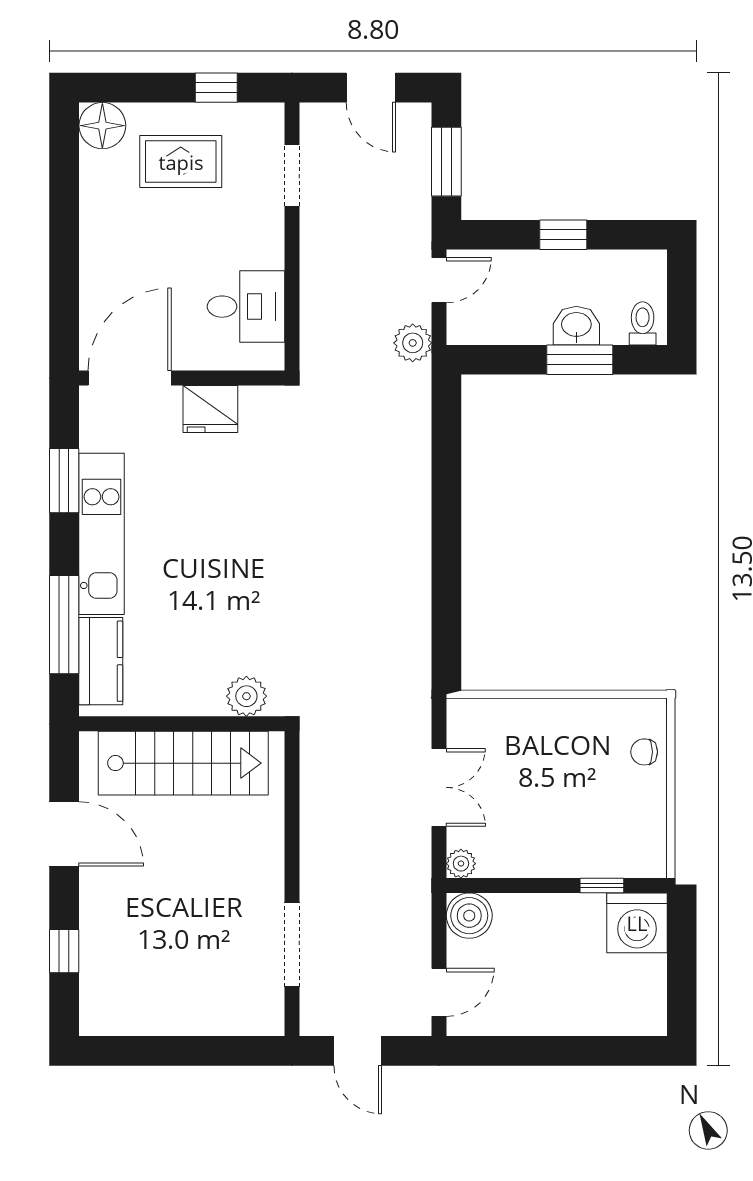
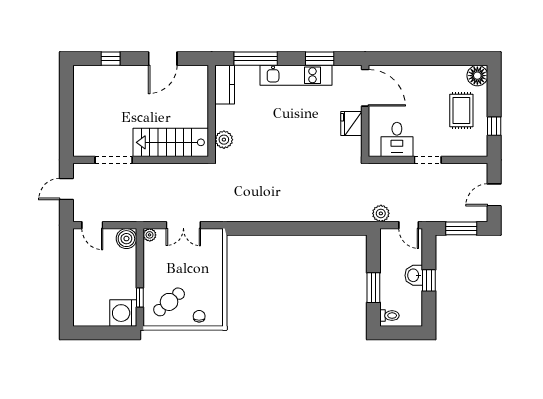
doorway: (292, 175) -> (428, 160), moved
washbasin: (576, 326) -> (414, 275), moved, turned 180
kitchen counter: (101, 661) -> (225, 85), moved, turned -90
stairs: (183, 763) -> (171, 142), moved, turned 90
cafe table: (612, 820) -> (169, 302), added

